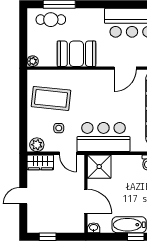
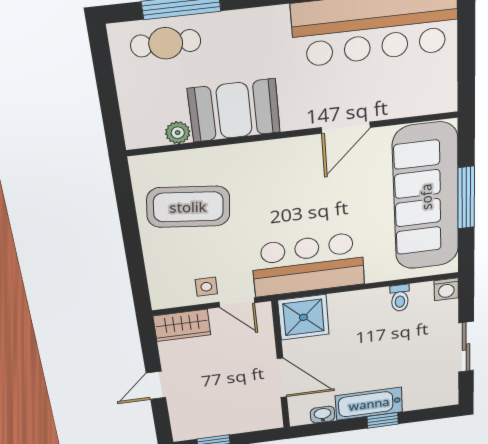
plant: (33, 61) -> (178, 133), moved
side table: (59, 128) -> (206, 287), moved
plant: (37, 145) -> (170, 296), removed
washbasin: (94, 228) -> (323, 415), moved

